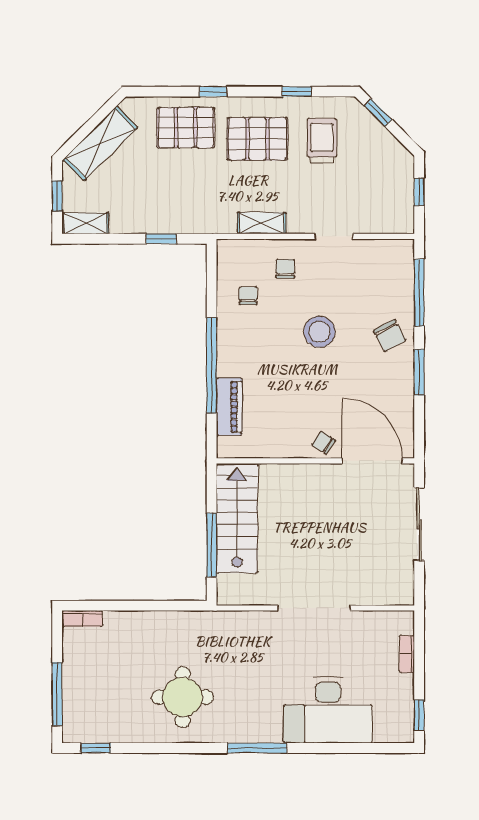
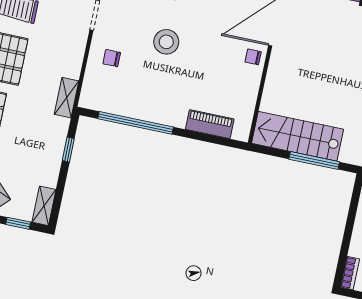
shelving: (262, 223) -> (67, 98), moved
chair: (248, 296) -> (127, 91), removed
window: (212, 365) -> (136, 123), moved
chair: (324, 443) -> (253, 57), turned 57

